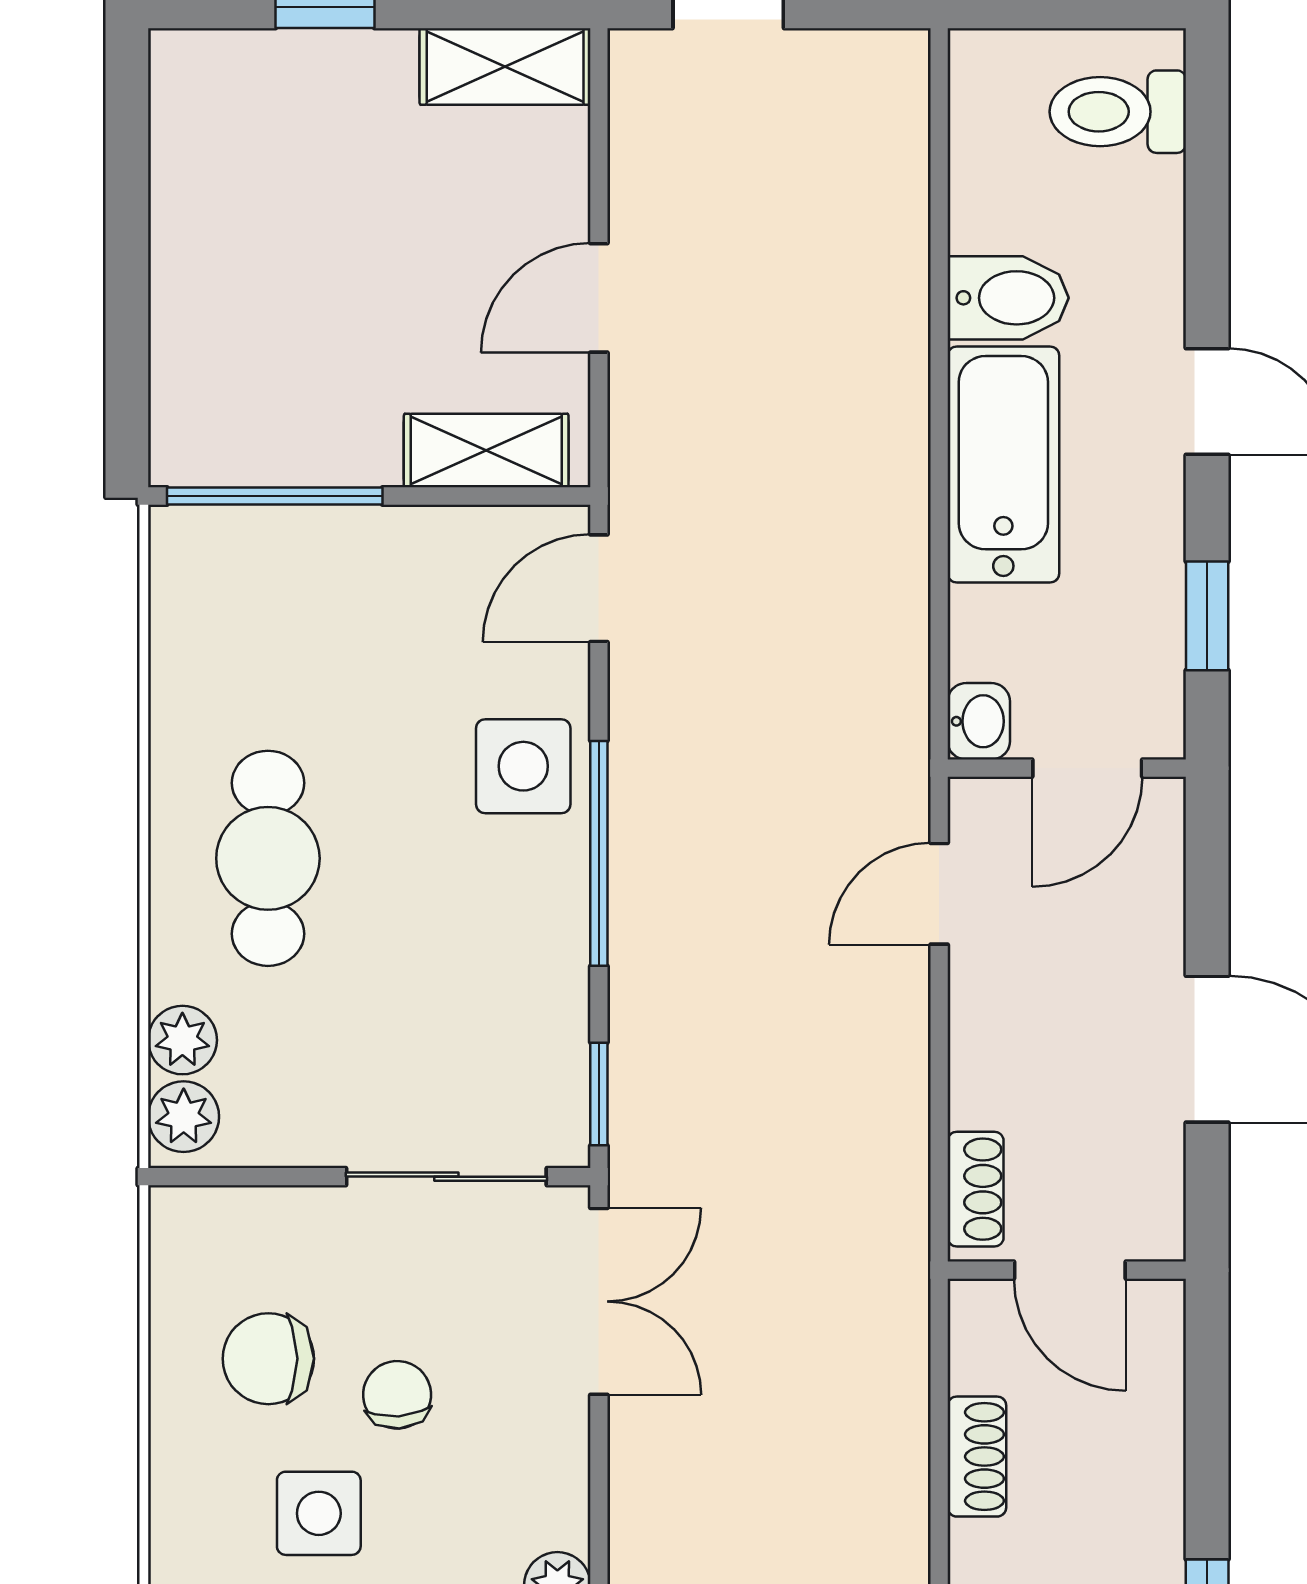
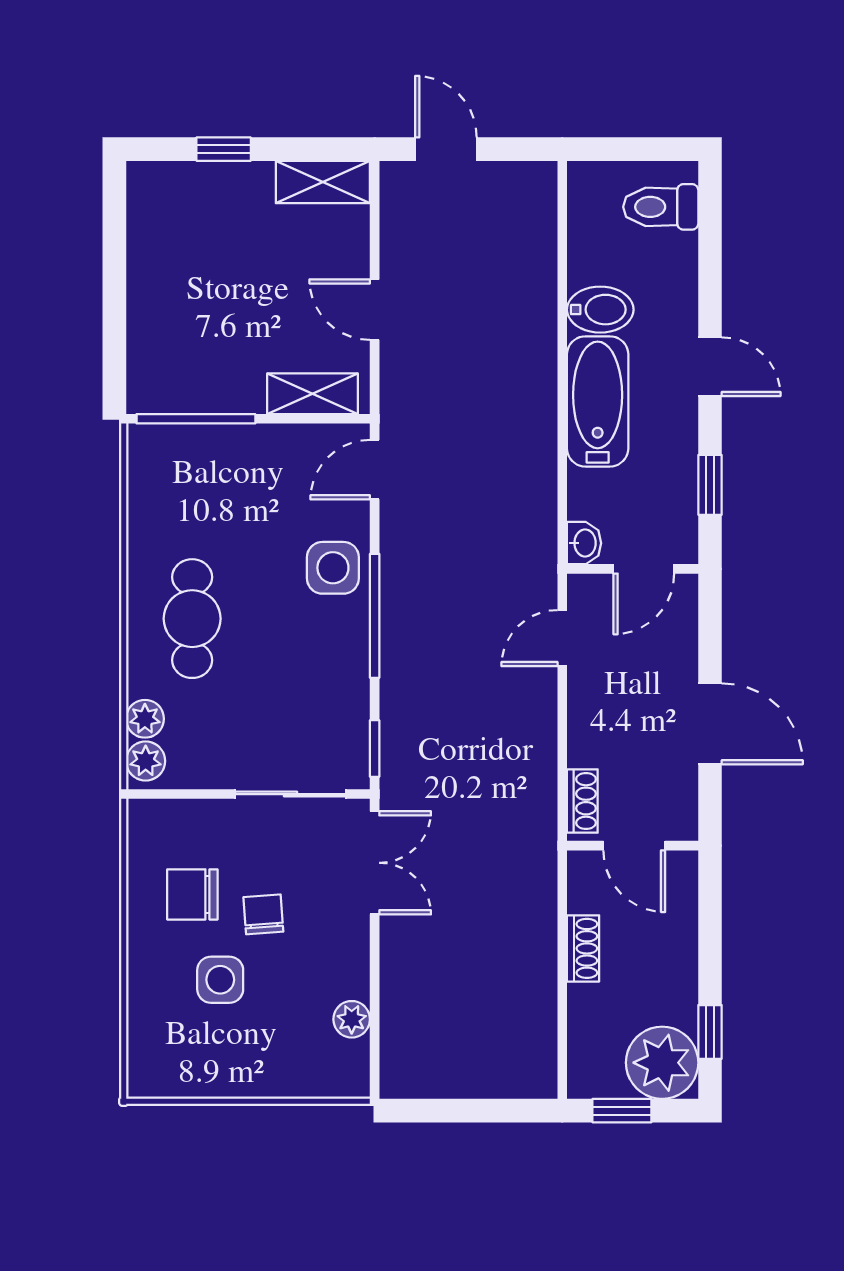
door: (599, 298) -> (375, 310), hinge flipped

